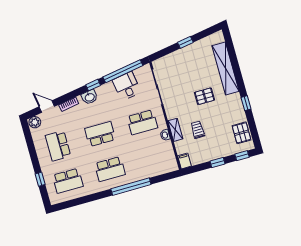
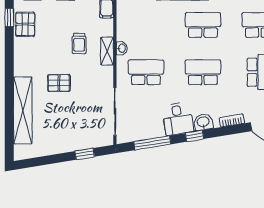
window: (185, 42) -> (85, 154), moved
window: (123, 71) -> (152, 143), width x0.68
desk: (127, 86) -> (178, 119), moved
window: (246, 103) -> (9, 18), moved
school desk: (100, 134) -> (203, 72), turned 180

